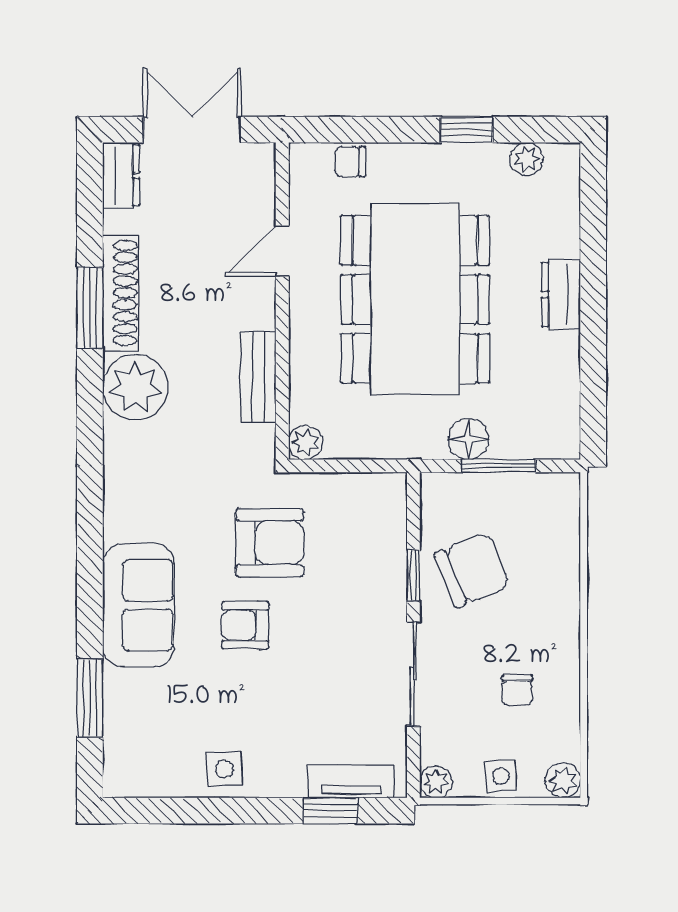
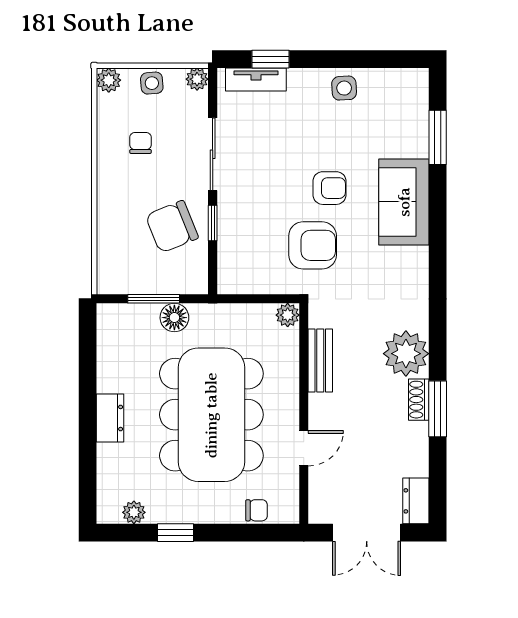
shoe rack: (120, 293) -> (419, 400), width x0.51, depth x0.81
armchair: (270, 543) -> (313, 245), turned 180

